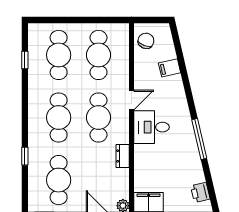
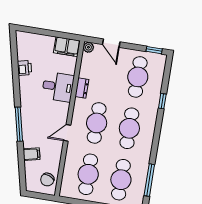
window: (25, 60) -> (149, 180), width x2.17
desk: (151, 127) -> (58, 87), moved
window: (199, 139) -> (19, 124), moved
printer: (200, 192) -> (24, 68), moved

